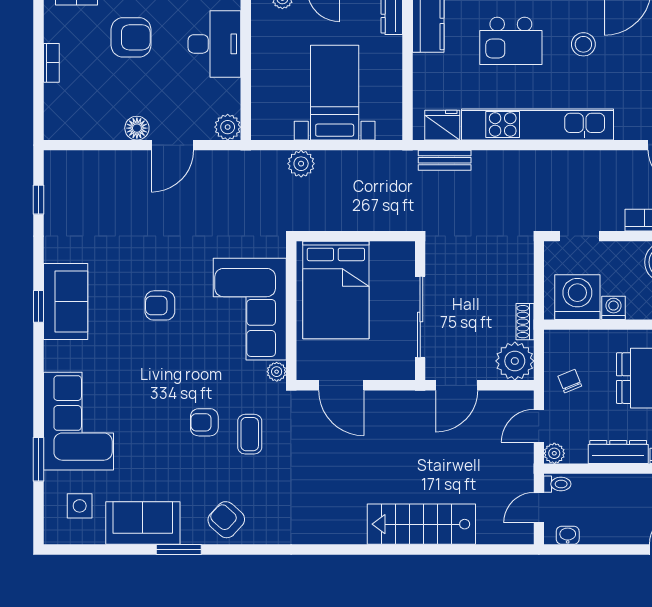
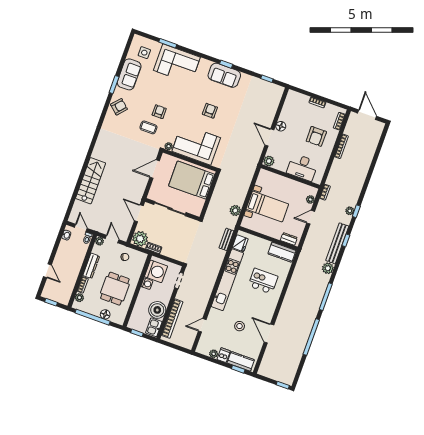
kitchen island: (511, 41) -> (263, 281), turned 90
stool: (583, 44) -> (240, 326), moved
plant: (301, 164) -> (235, 210), moved

